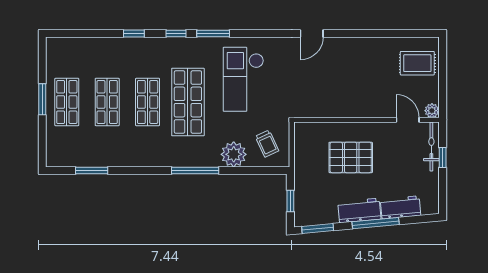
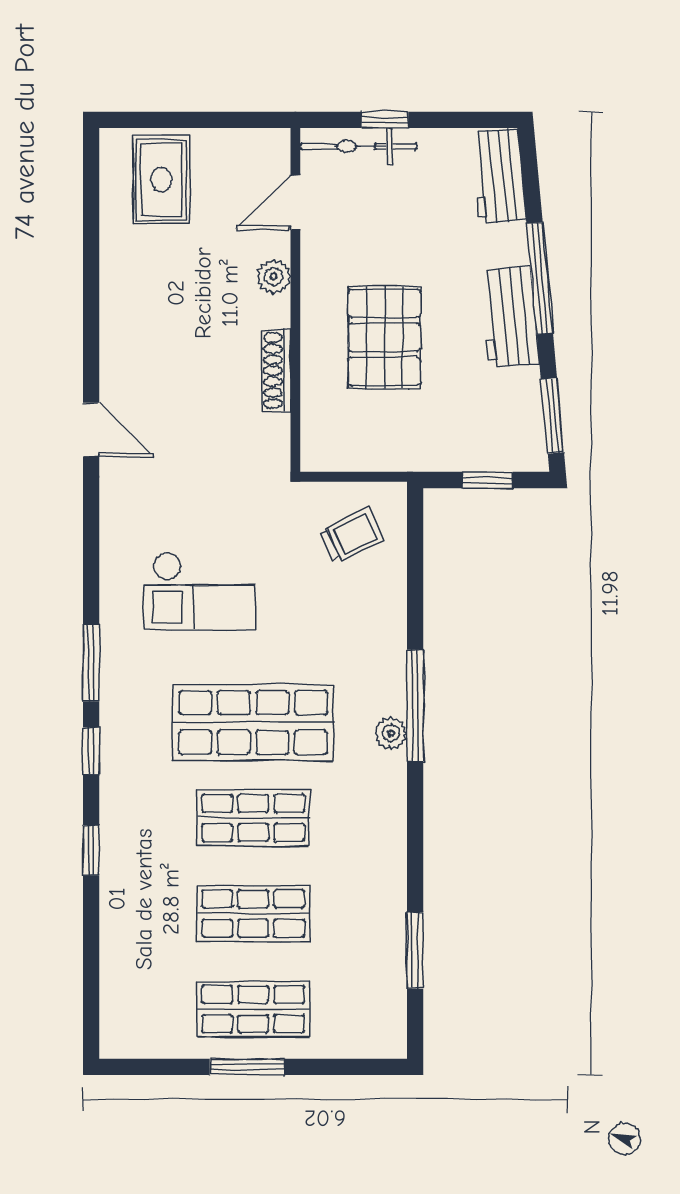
checkout: (243, 79) -> (199, 591), width x0.73, depth x0.83
plant: (432, 111) -> (274, 277), moved
shoe rack: (337, 112) -> (276, 371), added
plant: (234, 154) -> (391, 733), moved, width x0.53, depth x0.53
workbench: (401, 207) -> (498, 176), moved

